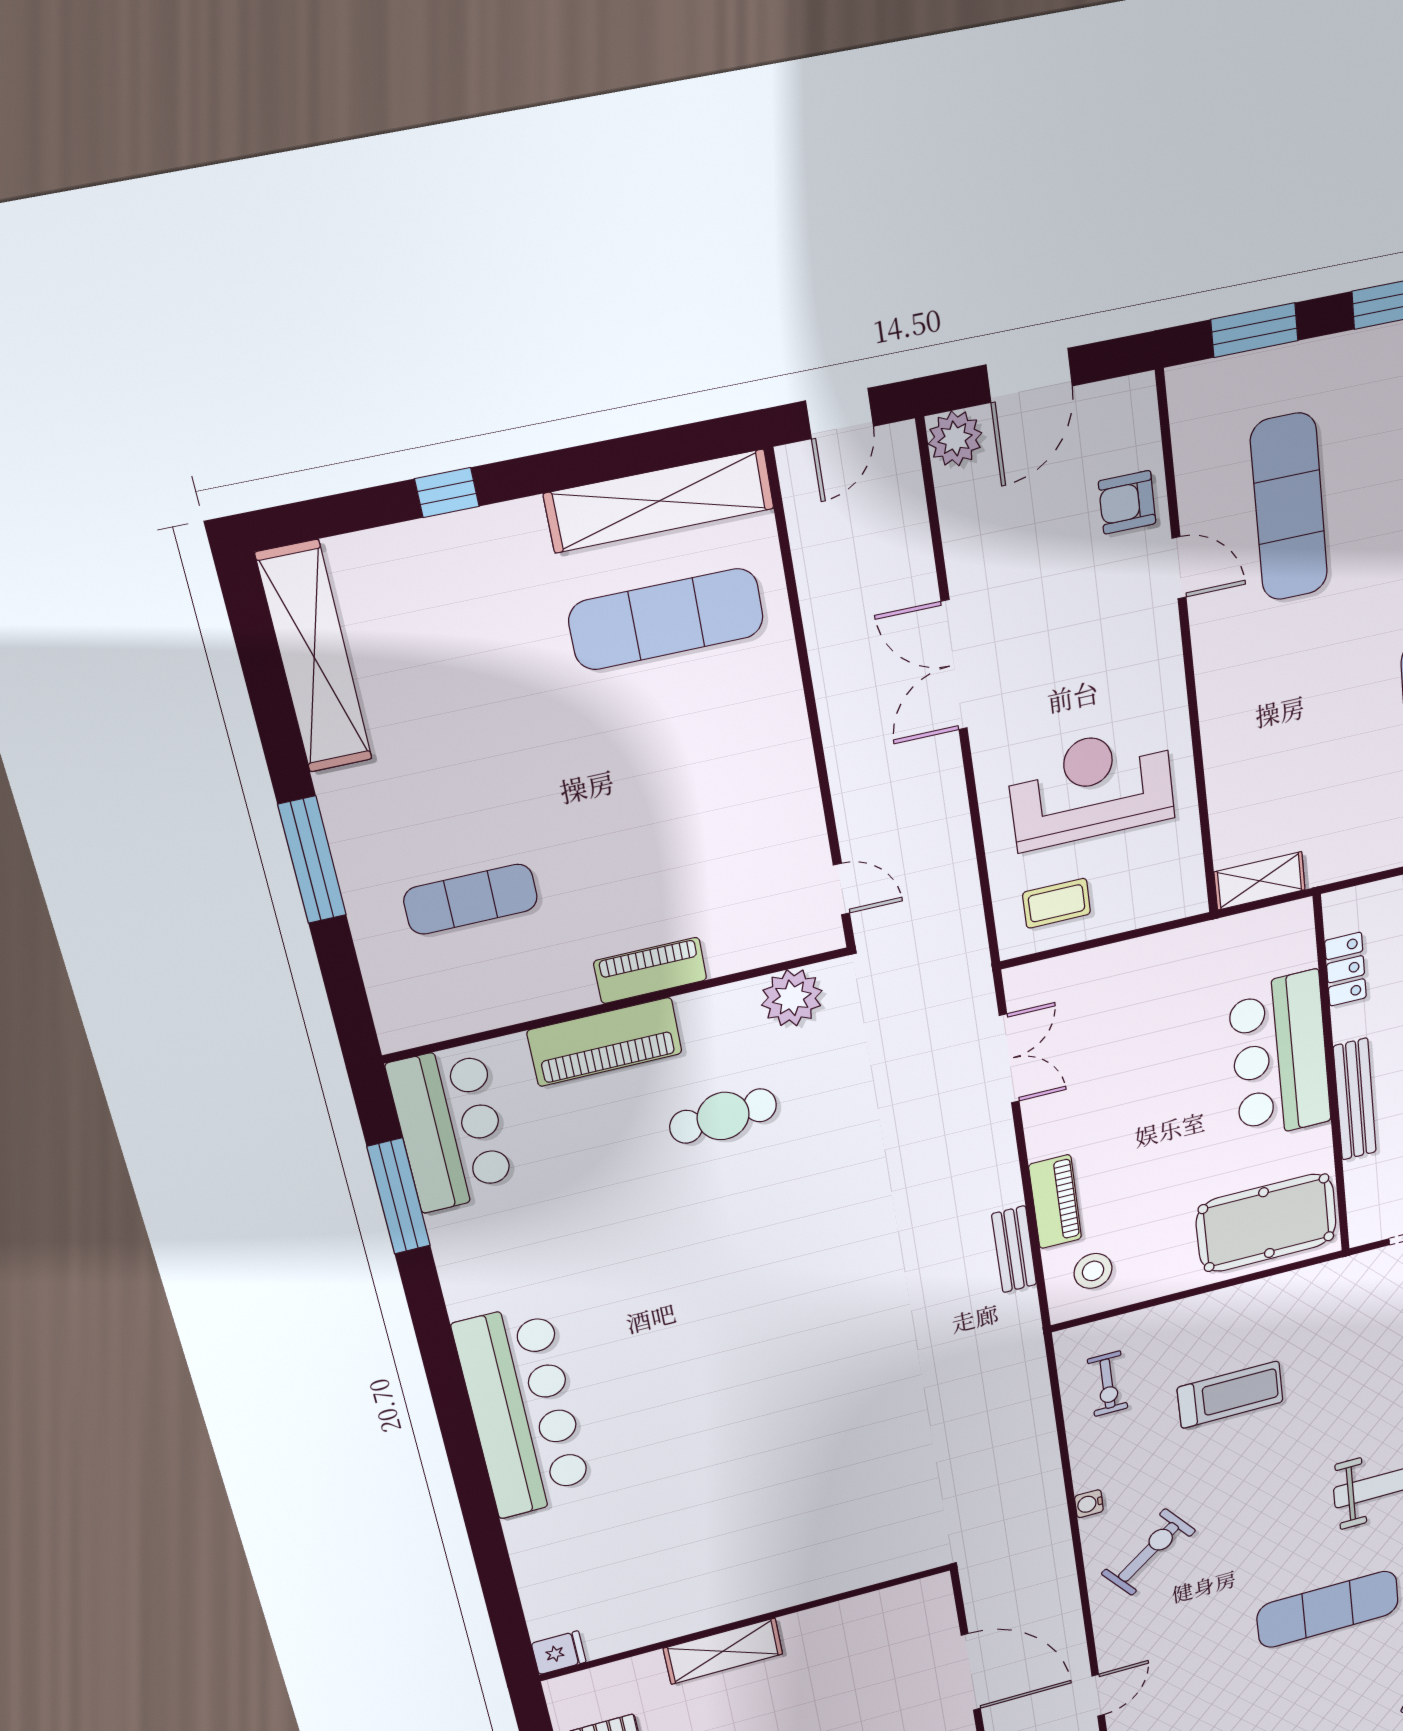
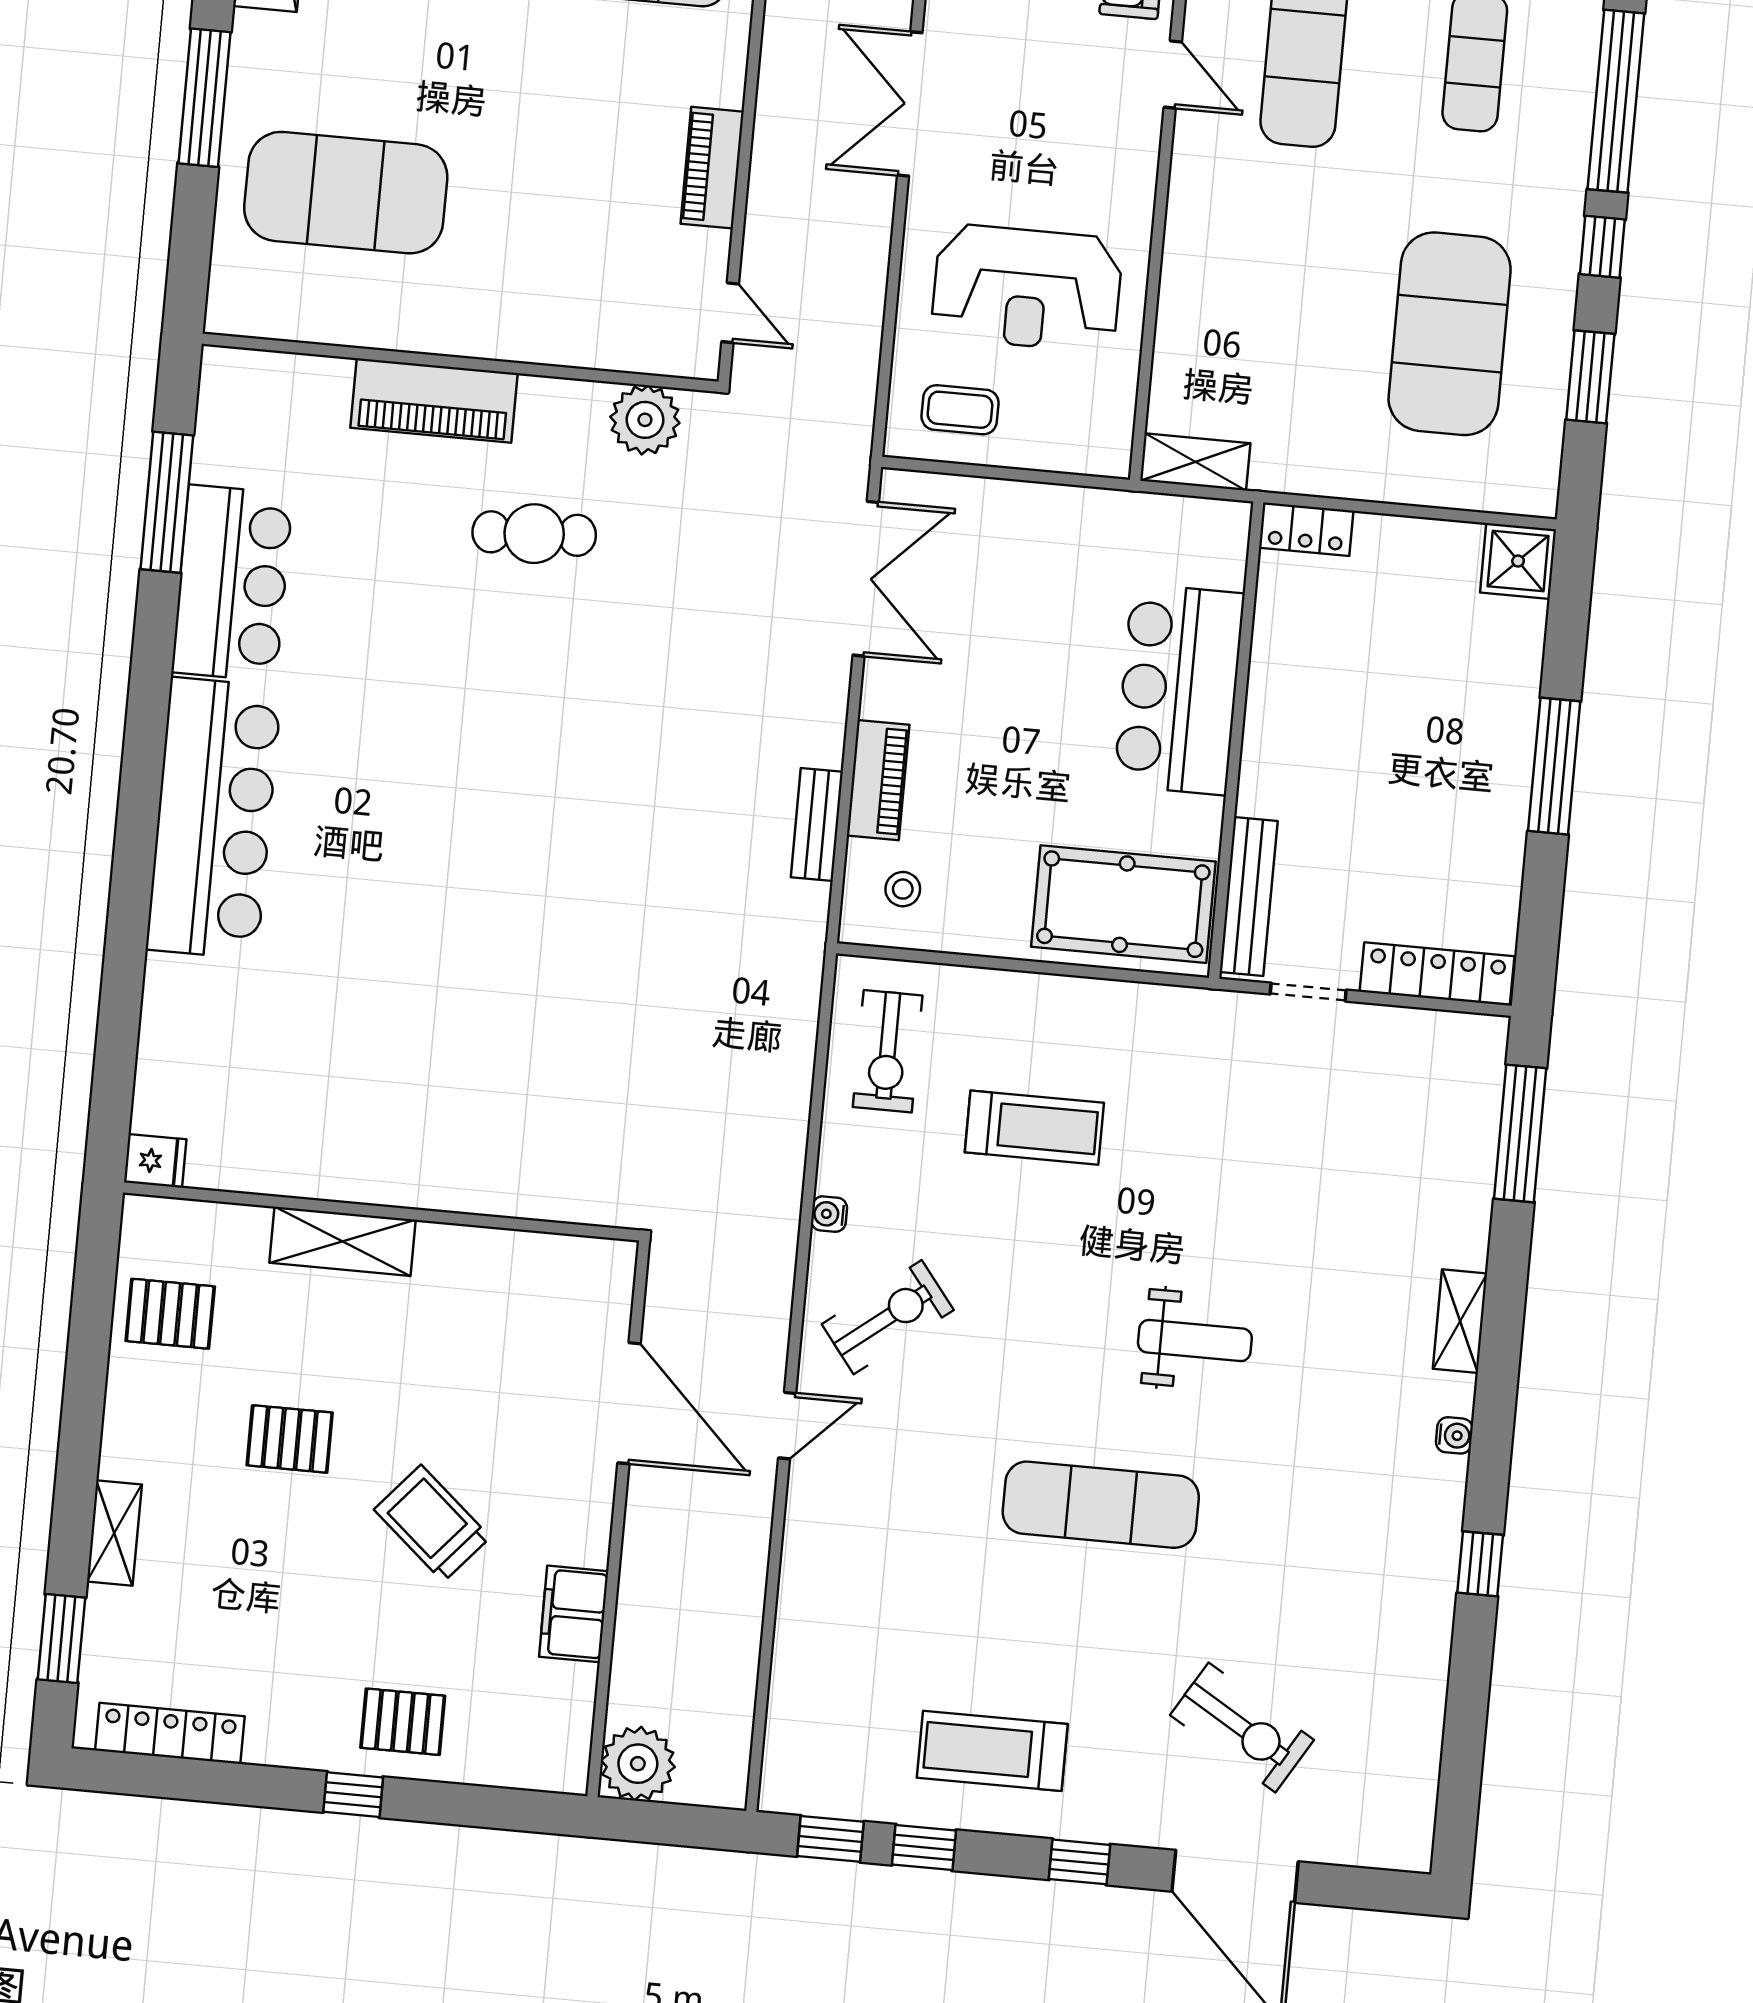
reception desk: (1091, 787) -> (1027, 288), turned 180
exercise mat: (471, 899) -> (346, 193), width x2.00, depth x1.45
locker: (1346, 969) -> (1306, 529), moved, turned 90
piano: (650, 970) -> (712, 168), moved, turned -90
double door: (1009, 1059) -> (866, 579), width x1.37
bench: (1355, 1099) -> (1249, 897), moved
bar counter: (451, 1128) -> (232, 583), moved
stool: (1093, 1271) -> (903, 889), width x0.73, depth x0.73
exercise bike: (1108, 1384) -> (888, 1051), width x1.38, depth x1.39
door: (1098, 1695) -> (787, 1426), moved

